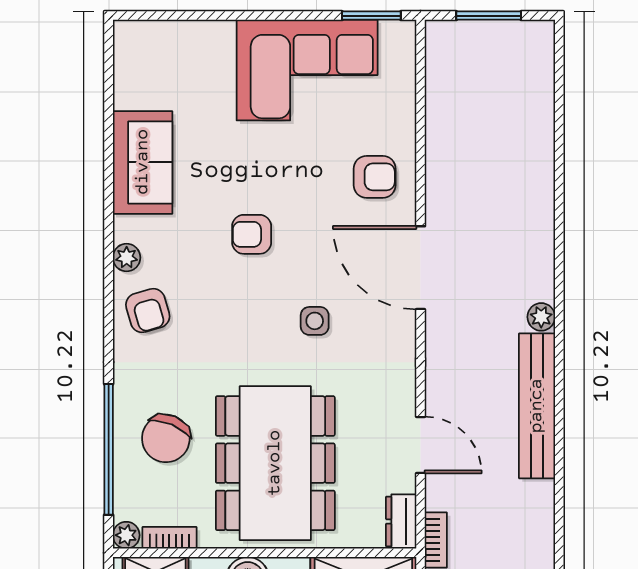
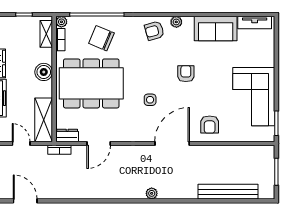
tv unit: (128, 68) -> (255, 23), added
bench: (537, 406) -> (228, 192), moved

